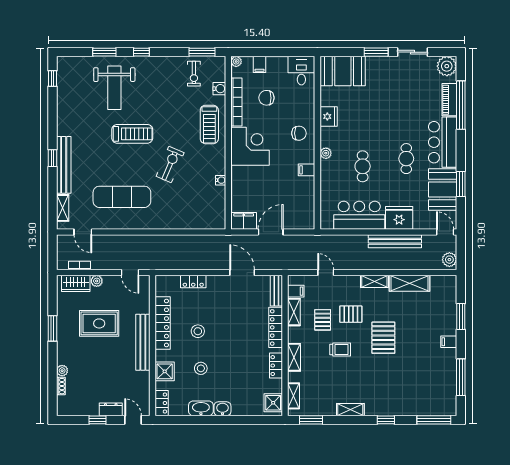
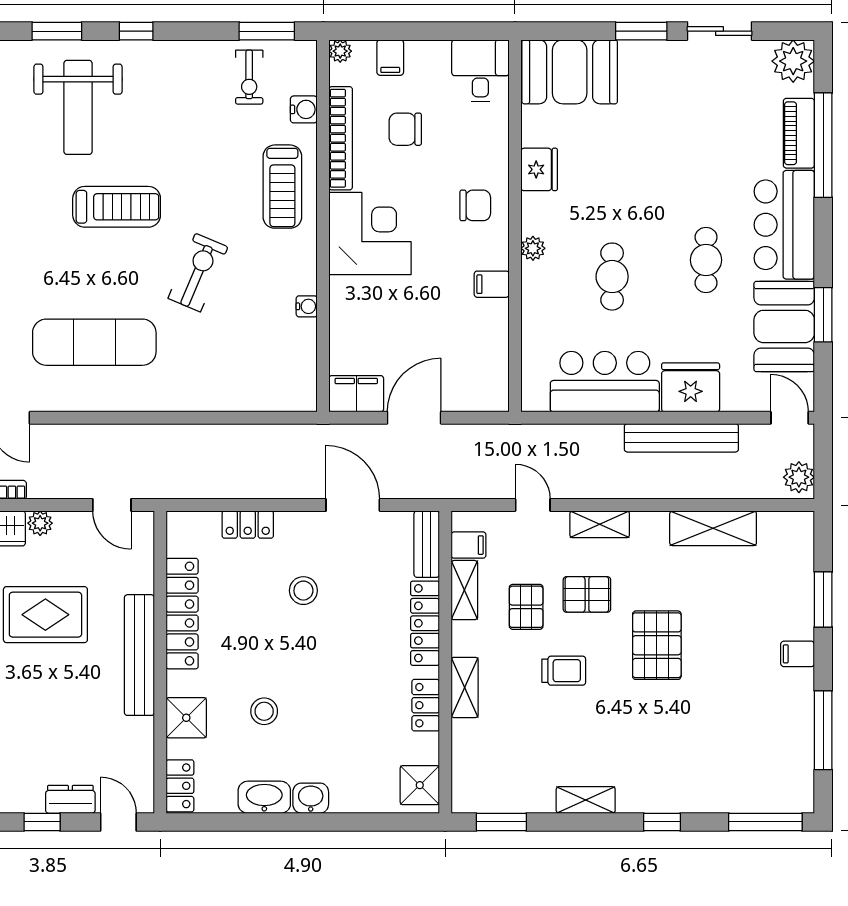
shelving: (374, 281) -> (600, 524), moved
stool: (198, 331) -> (303, 591), moved
shelving: (294, 396) -> (464, 770), removed

